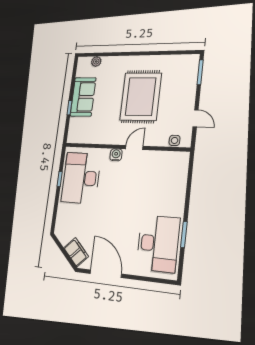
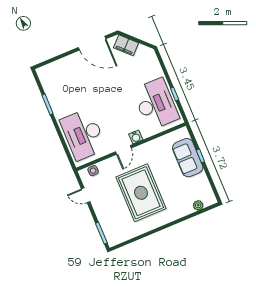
sofa: (83, 97) -> (188, 158), moved
desk: (158, 243) -> (83, 134), moved

